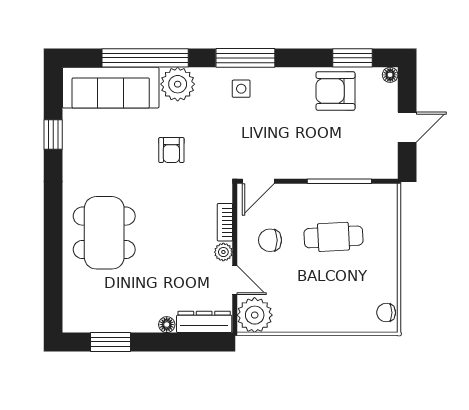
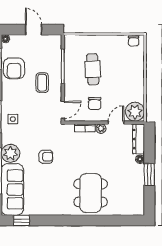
window: (53, 135) -> (21, 220), moved
coffee table: (309, 143) -> (42, 83), added
door: (258, 181) -> (63, 110), hinge flipped
dining table: (104, 233) -> (91, 193), turned 90
window: (111, 342) -> (149, 174), moved

